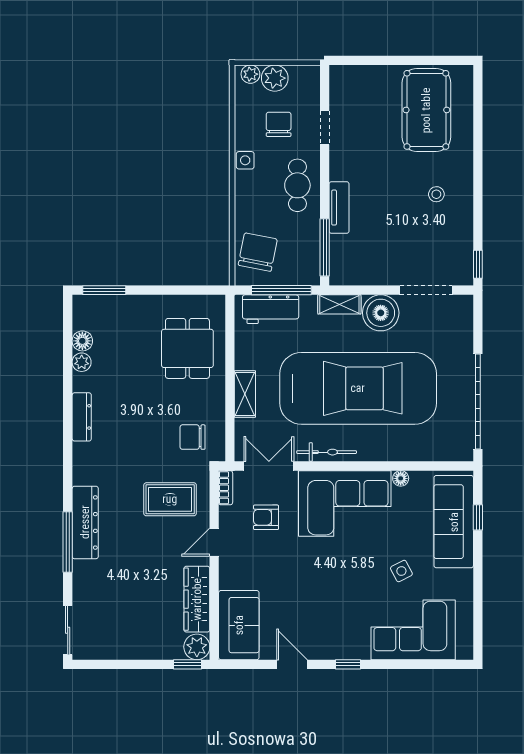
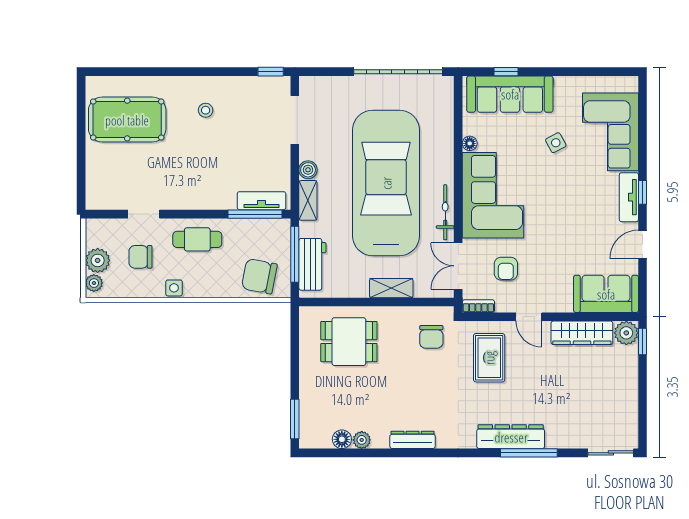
tv unit: (339, 208) -> (262, 201), moved
boiler: (381, 313) -> (308, 170), width x0.54, depth x0.54
tv unit: (343, 650) -> (629, 197), added

